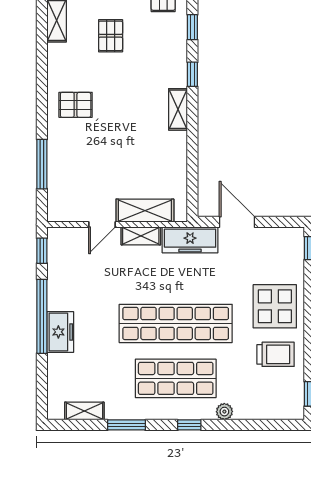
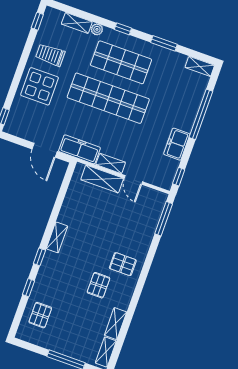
pallet: (111, 36) -> (98, 285), moved
window: (42, 164) -> (164, 219), moved
door: (102, 225) -> (133, 180), swing flipped
window: (42, 316) -> (201, 114), moved
freezer: (60, 332) -> (177, 144), moved
shelving: (84, 411) -> (200, 66), moved
shelving: (255, 411) -> (77, 23), added

